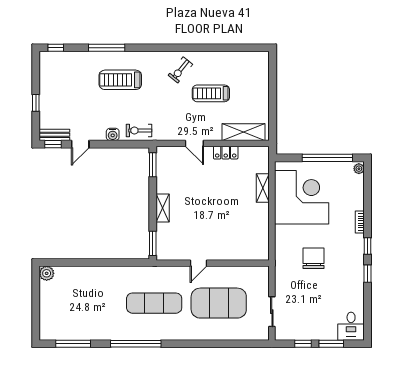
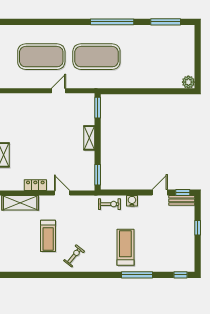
treadmill: (120, 80) -> (125, 247), turned -90
treadmill: (211, 93) -> (48, 236), turned 90
exercise mat: (154, 303) -> (96, 57), width x1.47

